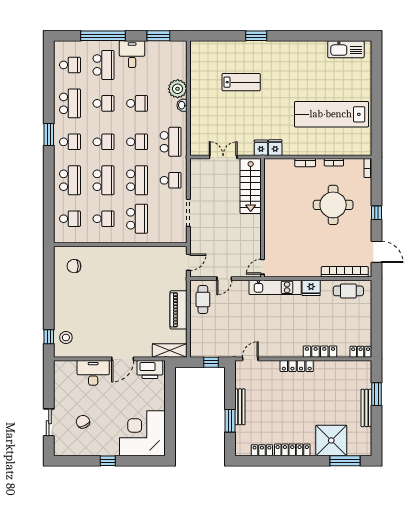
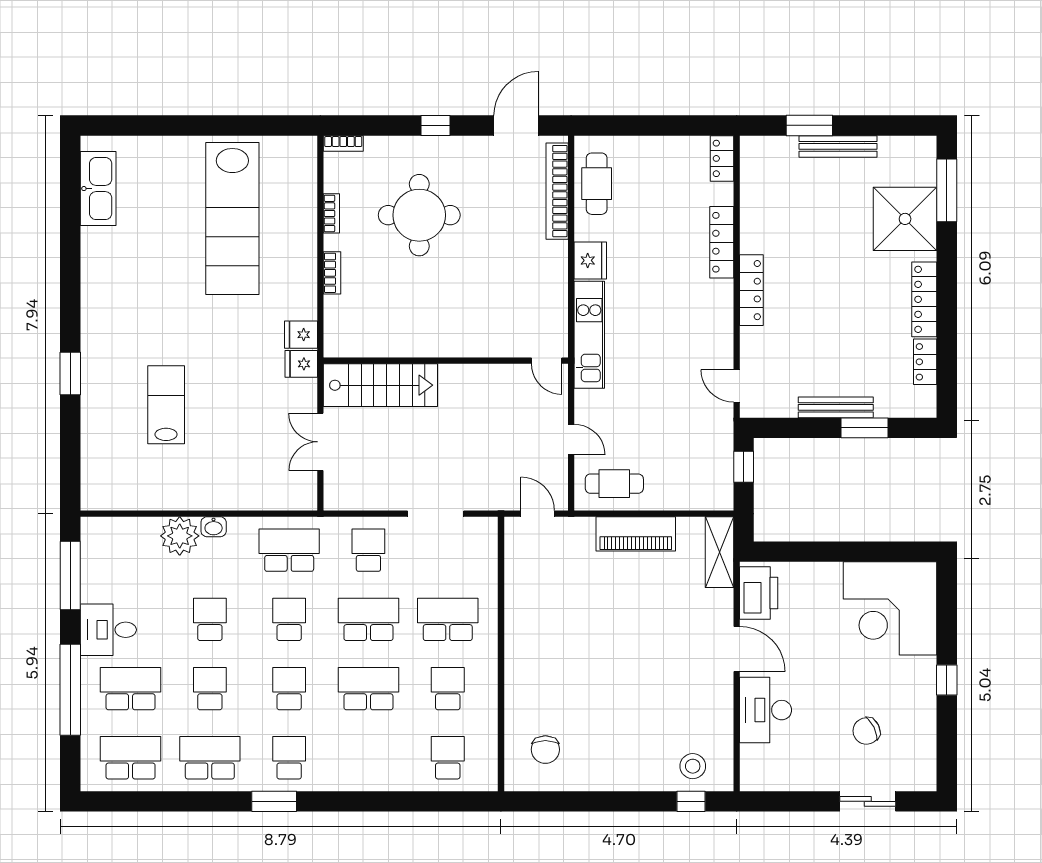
window: (158, 36) -> (70, 576), width x1.44
school desk: (70, 65) -> (131, 758), width x1.85
school desk: (70, 180) -> (368, 758), removed

